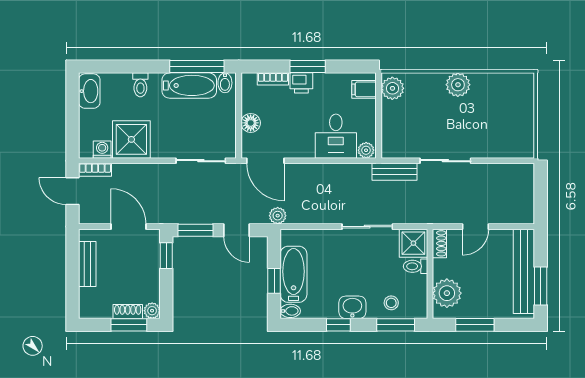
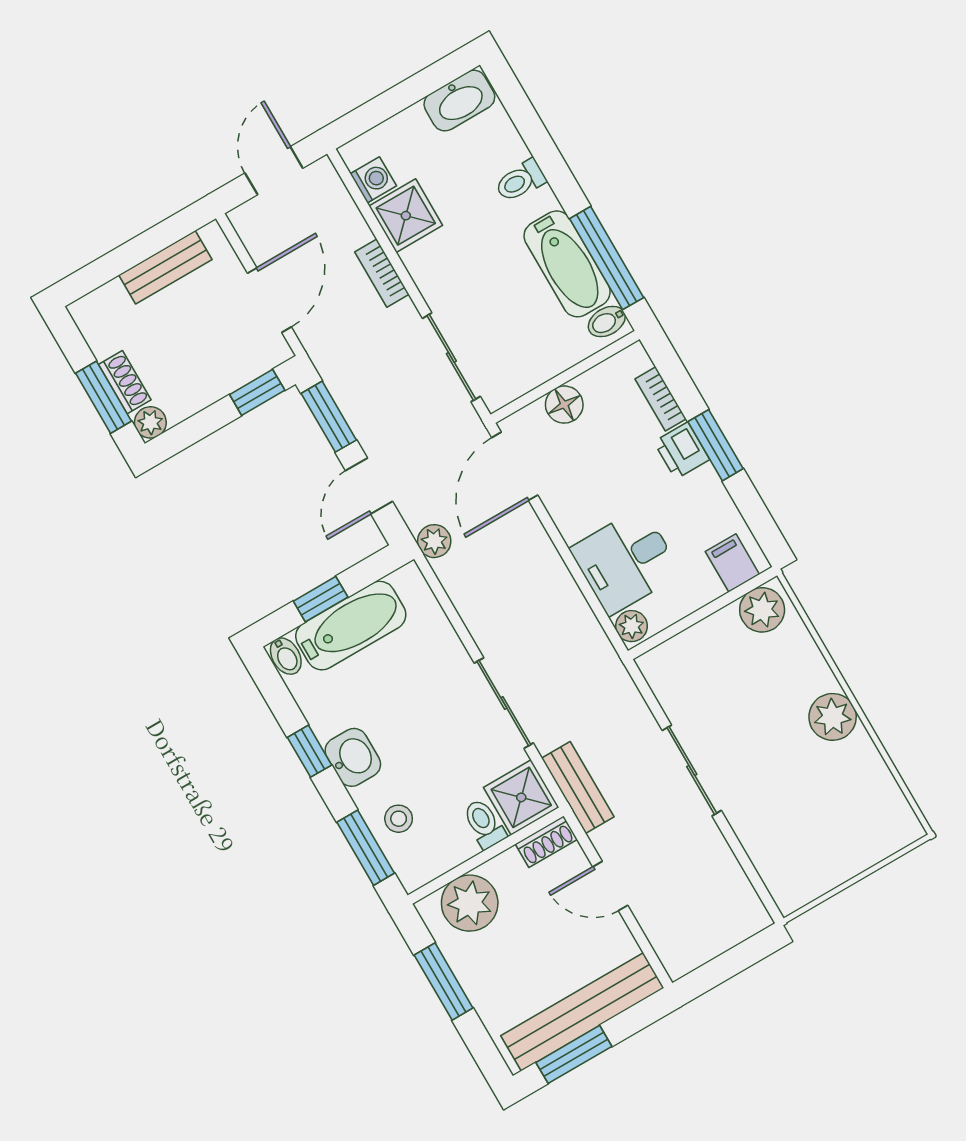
shower: (131, 139) -> (406, 216), width x0.73, depth x0.73
bookcase: (95, 170) -> (382, 273), moved
bench: (395, 172) -> (578, 787), moved

